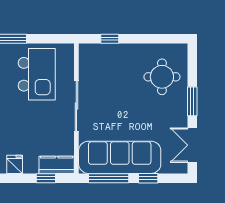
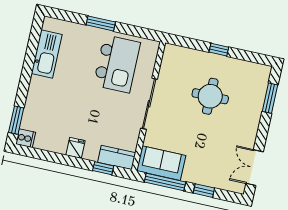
window: (110, 39) -> (219, 50), moved
round table: (162, 77) -> (210, 96), moved
window: (192, 101) -> (270, 98), moved
sofa: (120, 157) -> (161, 163), width x0.54, depth x0.79

